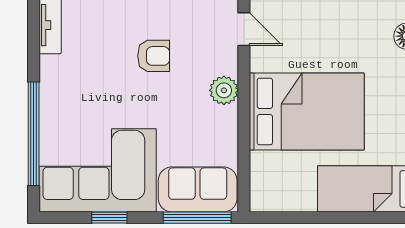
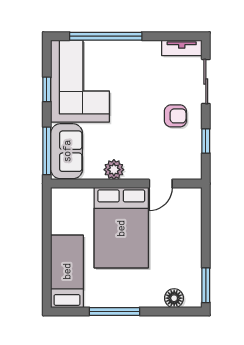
door: (244, 29) -> (161, 184), moved
armchair: (154, 56) -> (175, 116), moved, turned -90
plant: (224, 90) -> (114, 170), moved

